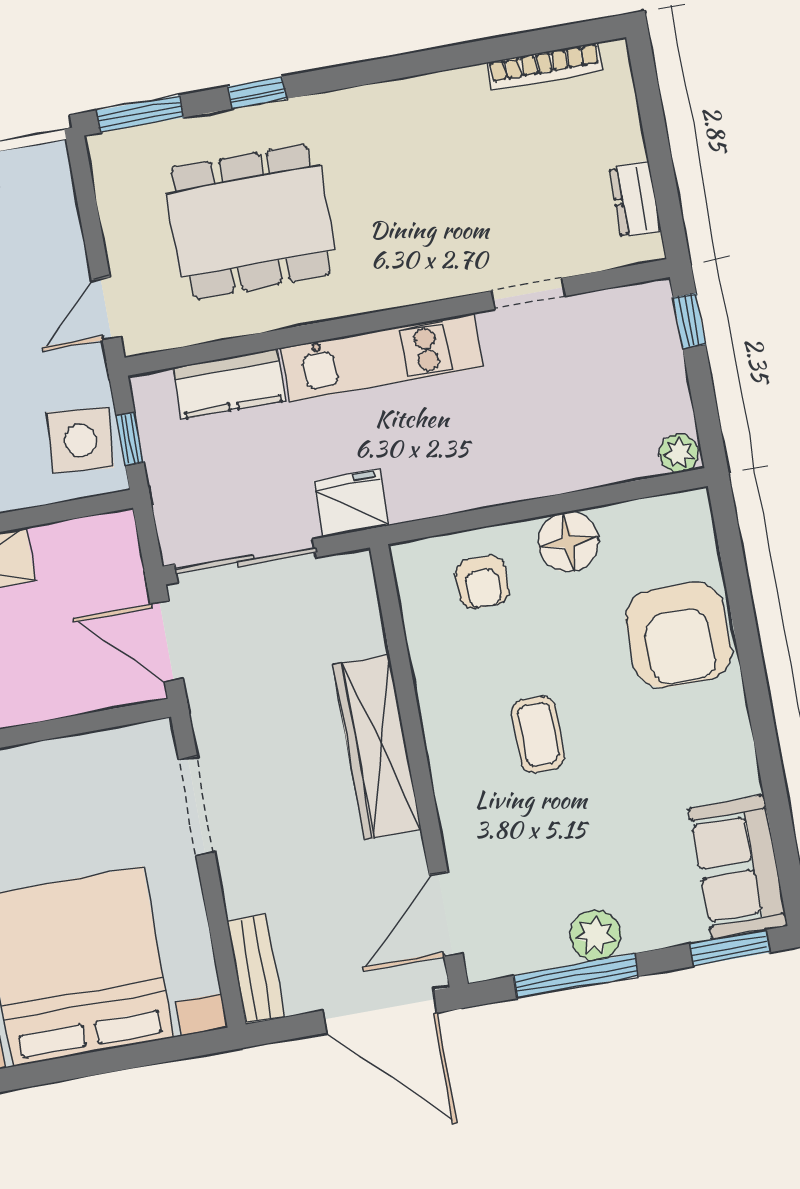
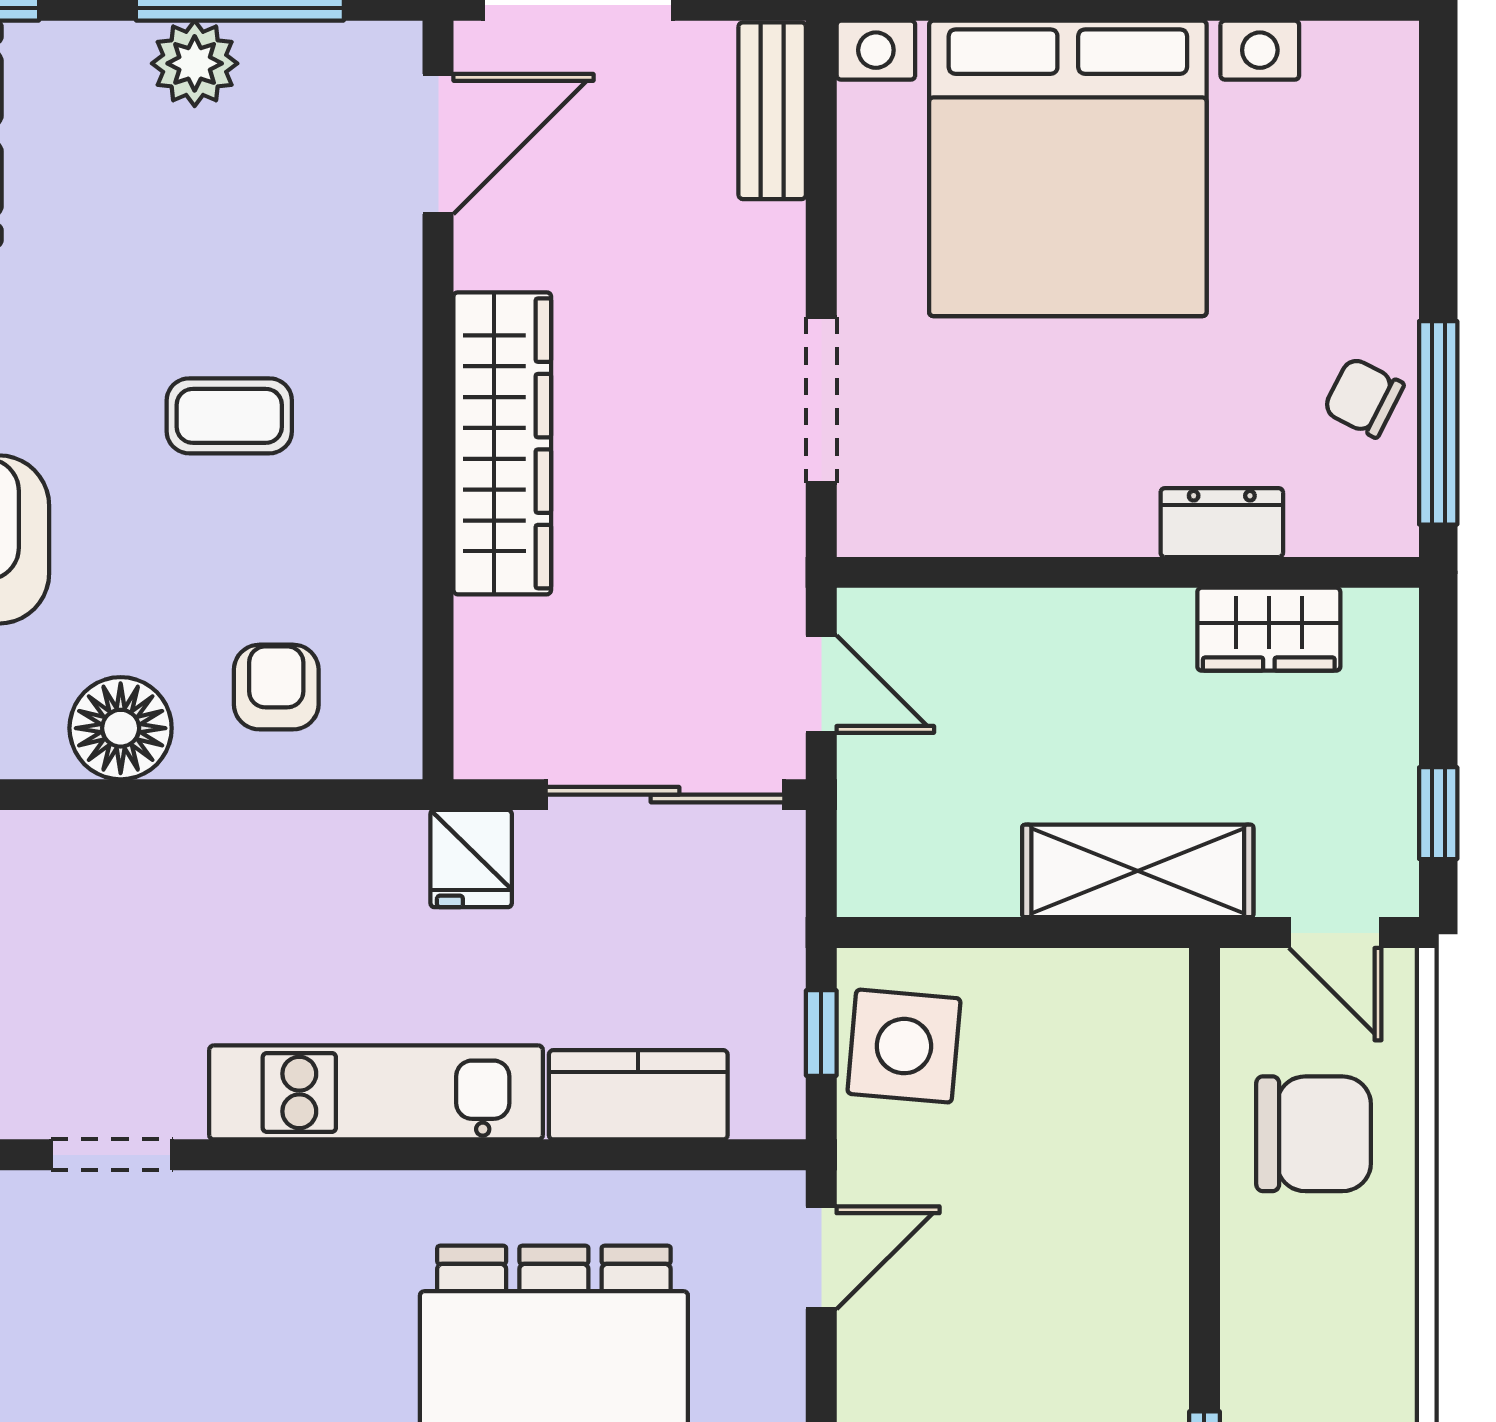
fridge: (351, 503) -> (471, 859), width x0.72
door: (167, 641) -> (821, 684), width x0.73
coffee table: (538, 734) -> (229, 416), turned 90

